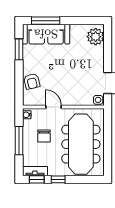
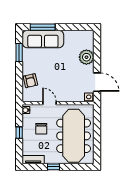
plant: (96, 37) -> (86, 57), moved
window: (19, 141) -> (19, 133), width x0.46
window: (37, 179) -> (35, 167), removed

